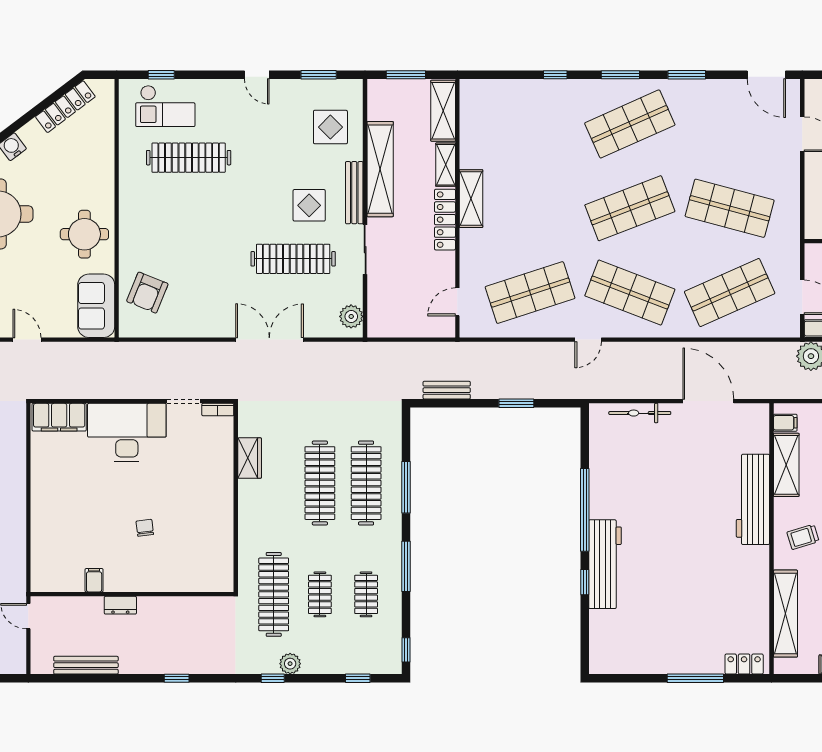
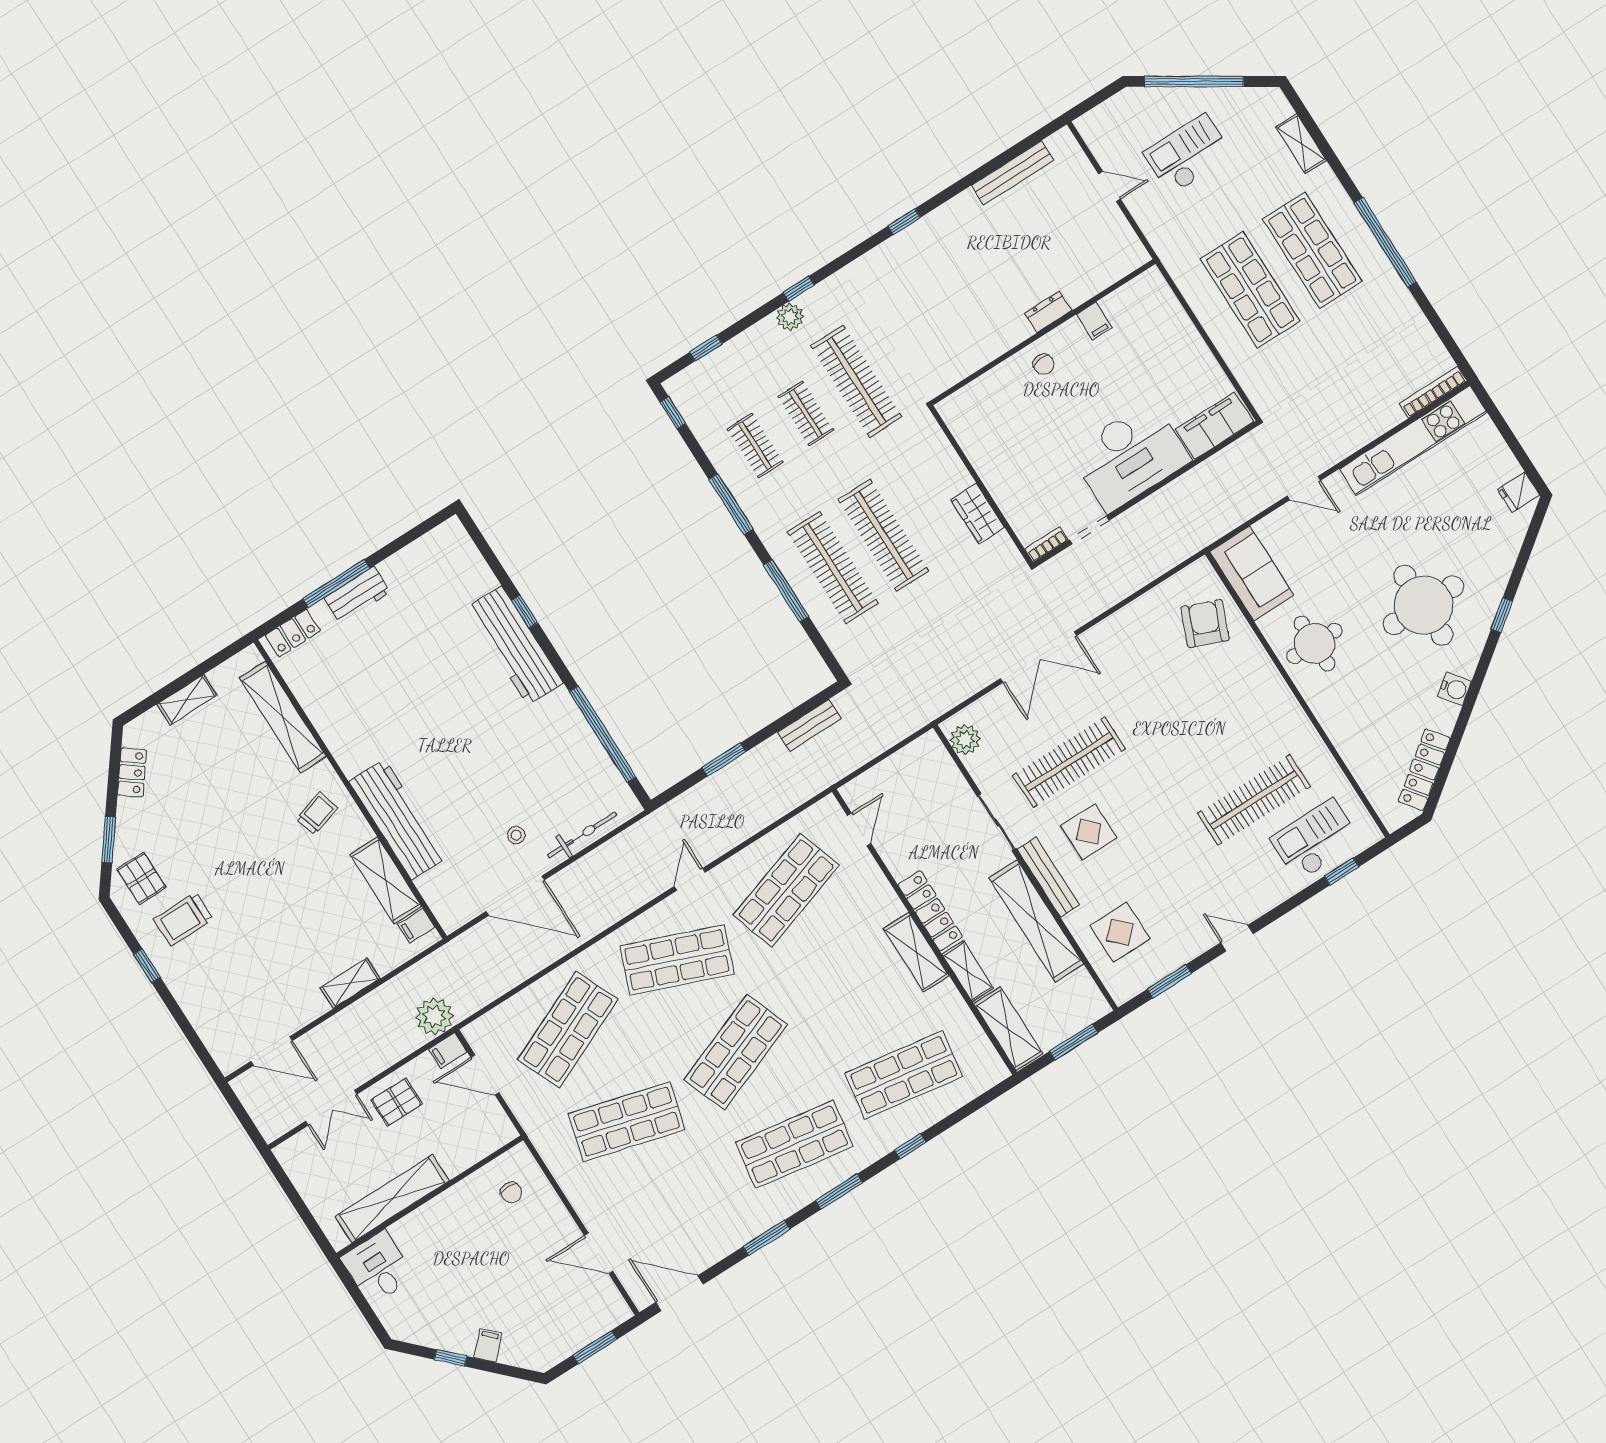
shop shelf: (530, 124) -> (904, 1075), added
shop shelf: (630, 124) -> (794, 1144), turned 33
stool: (683, 440) -> (516, 835), added
window: (585, 510) -> (603, 734), moved
filing cabinet: (94, 580) -> (1094, 321), moved
wall: (132, 594) -> (1043, 332), moved
dresser: (120, 605) -> (1048, 312), moved
workbench: (687, 662) -> (357, 595), added

